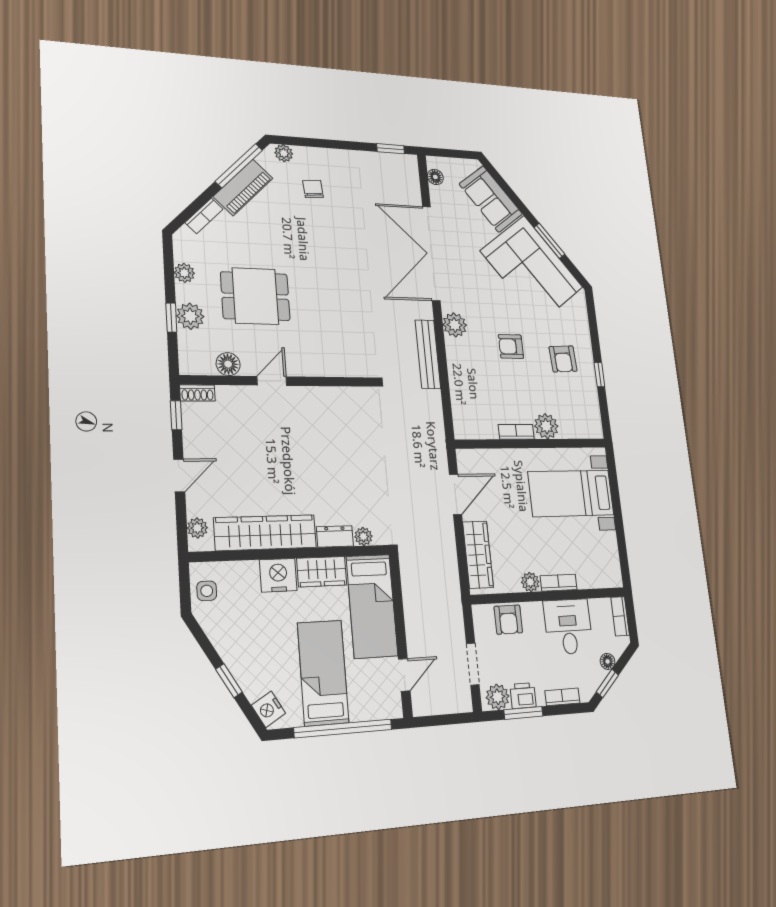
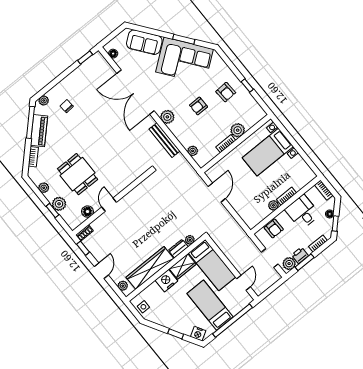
dining table: (255, 296) -> (78, 174), turned 90
plant: (460, 403) -> (193, 151), added
wardrobe: (478, 555) -> (243, 211), removed

